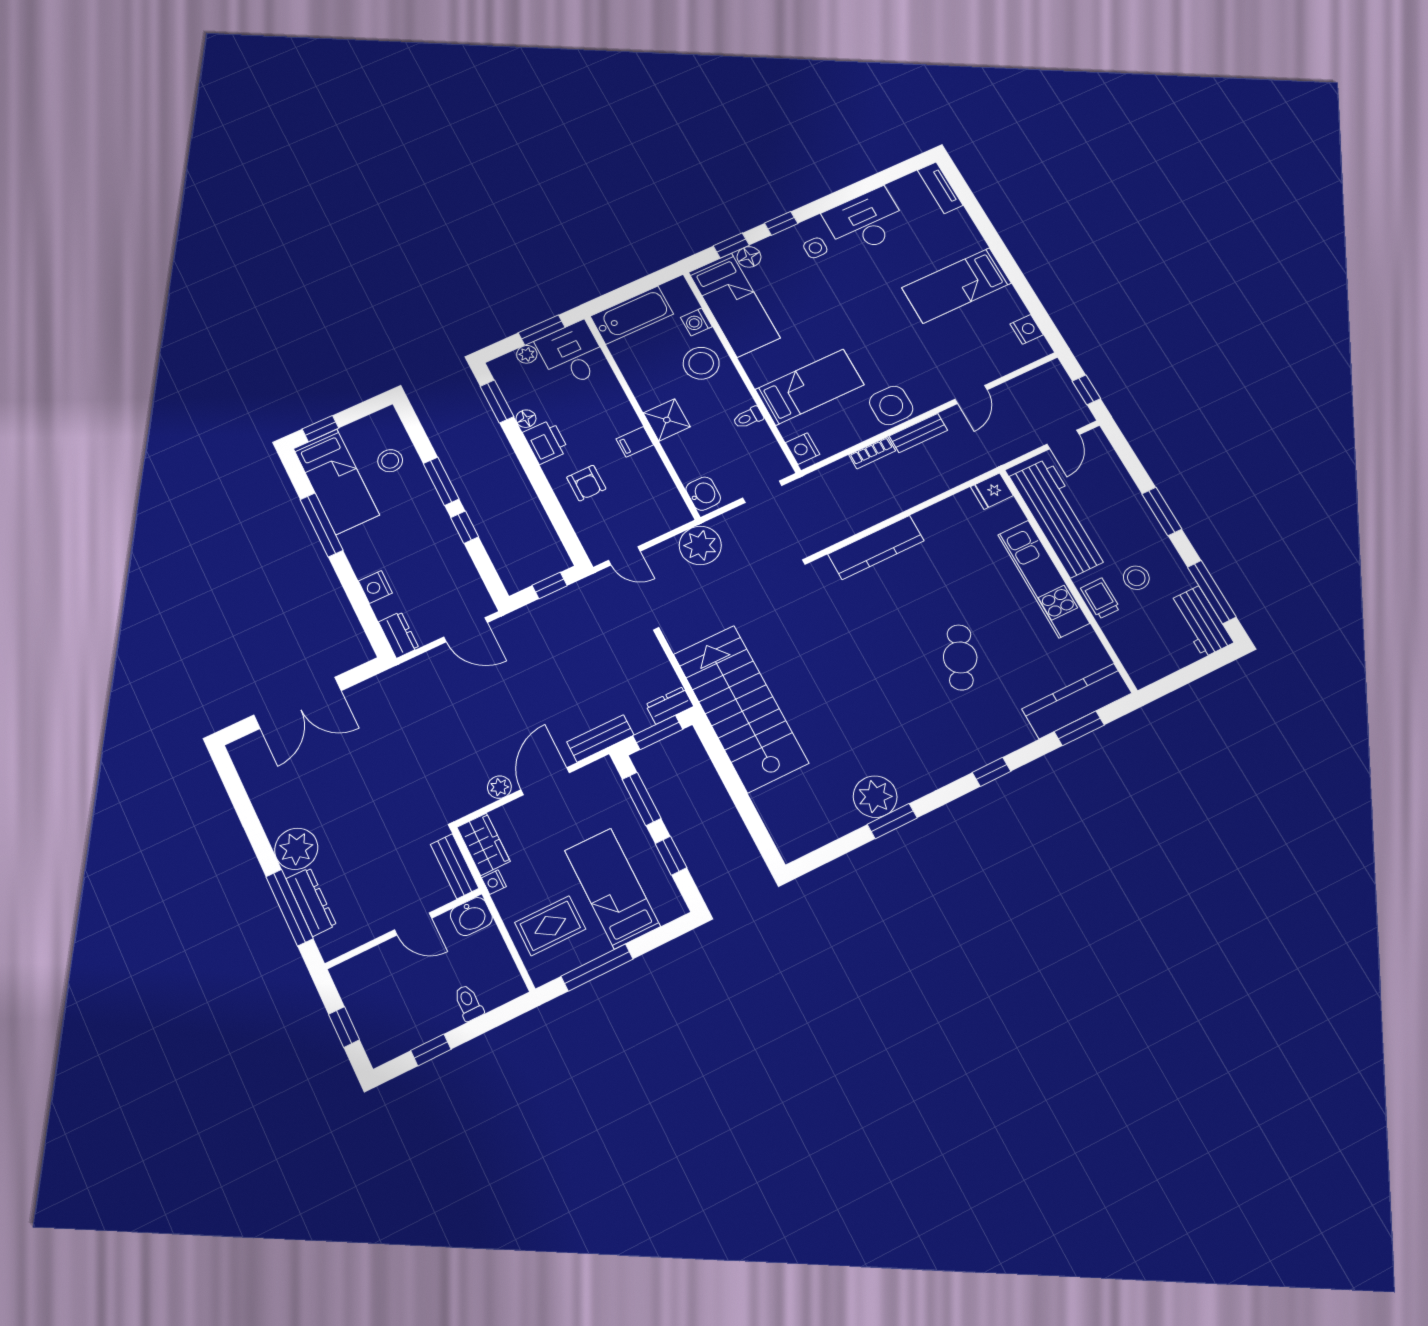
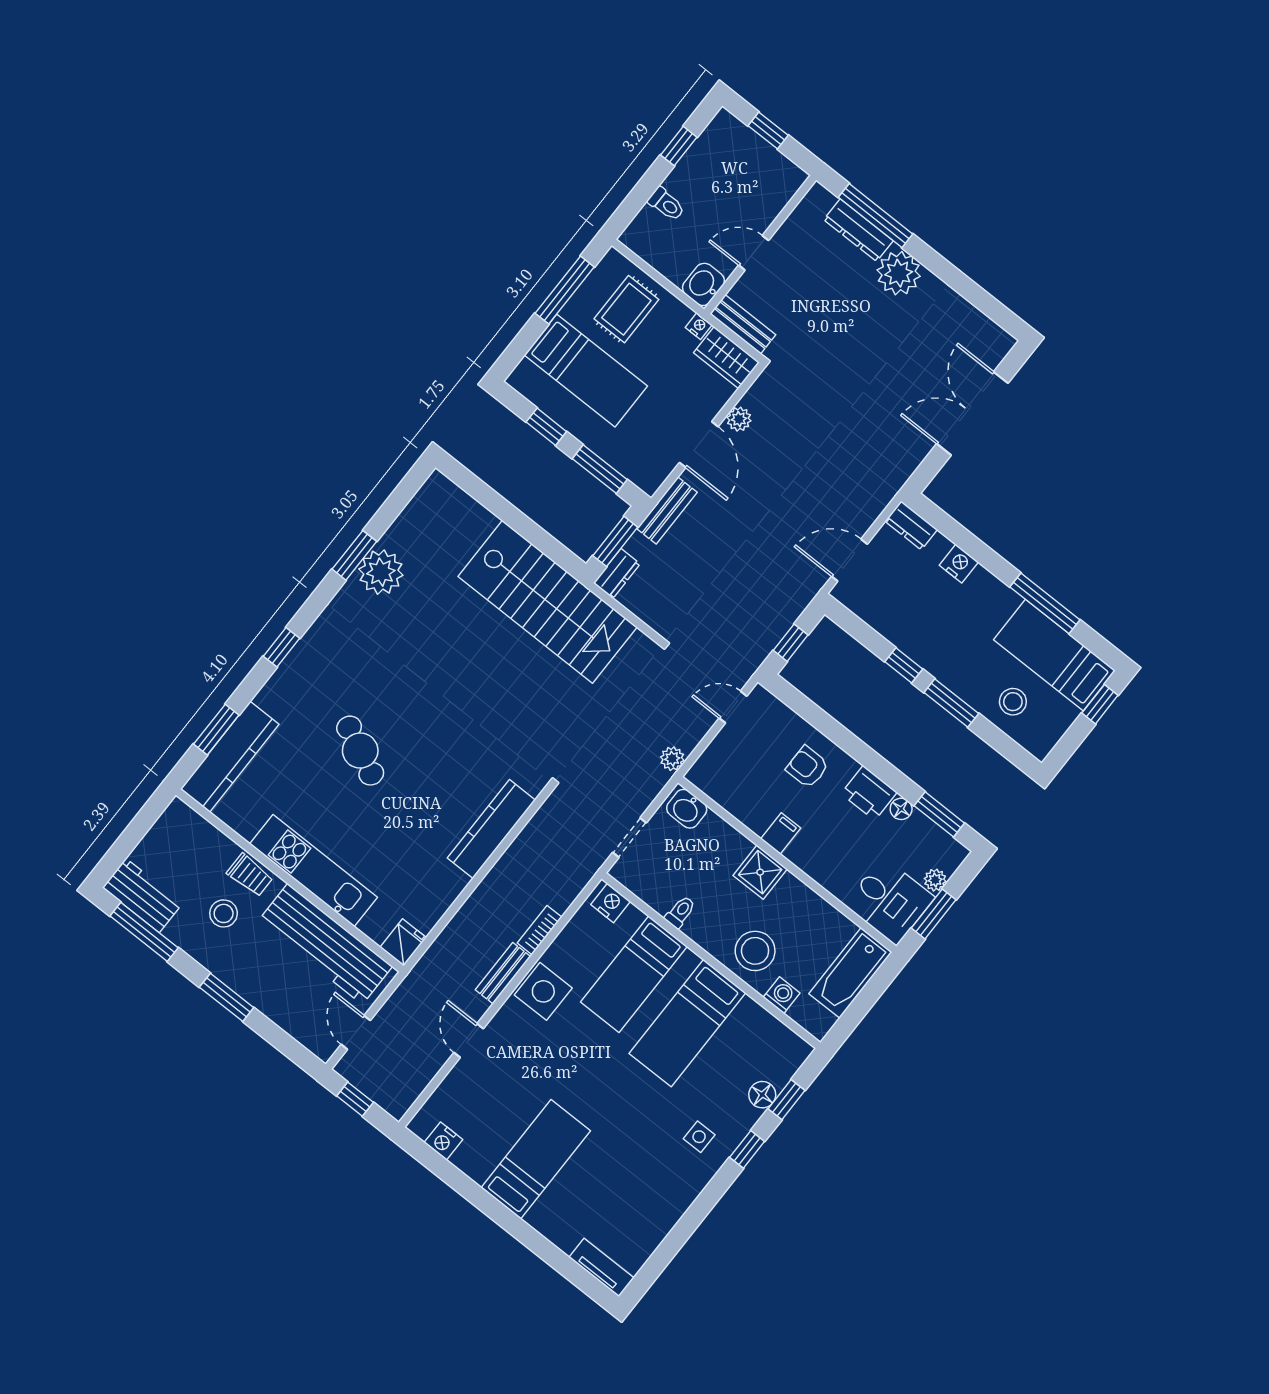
desk: (866, 221) -> (661, 1192), removed
bed: (734, 305) -> (687, 1023), moved, turned -90
plant: (700, 545) -> (672, 759), width x0.53, depth x0.53

